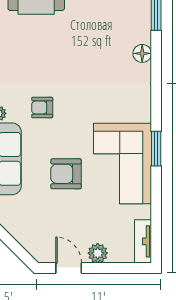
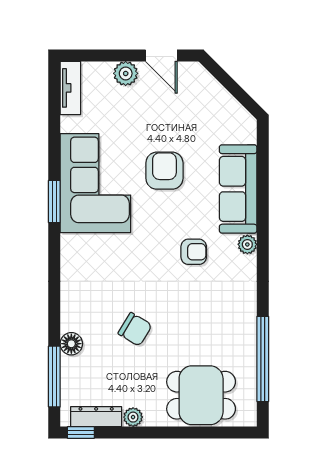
chair: (90, 44) -> (135, 329), added
floor lamp: (142, 53) -> (71, 344), moved
armchair: (66, 174) -> (164, 171), turned -90

